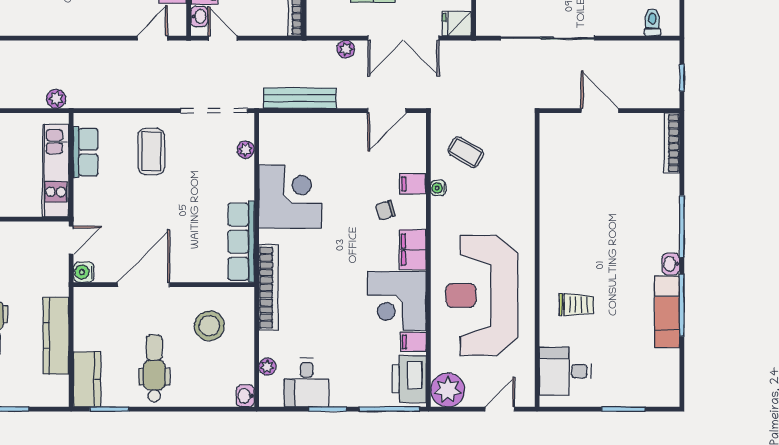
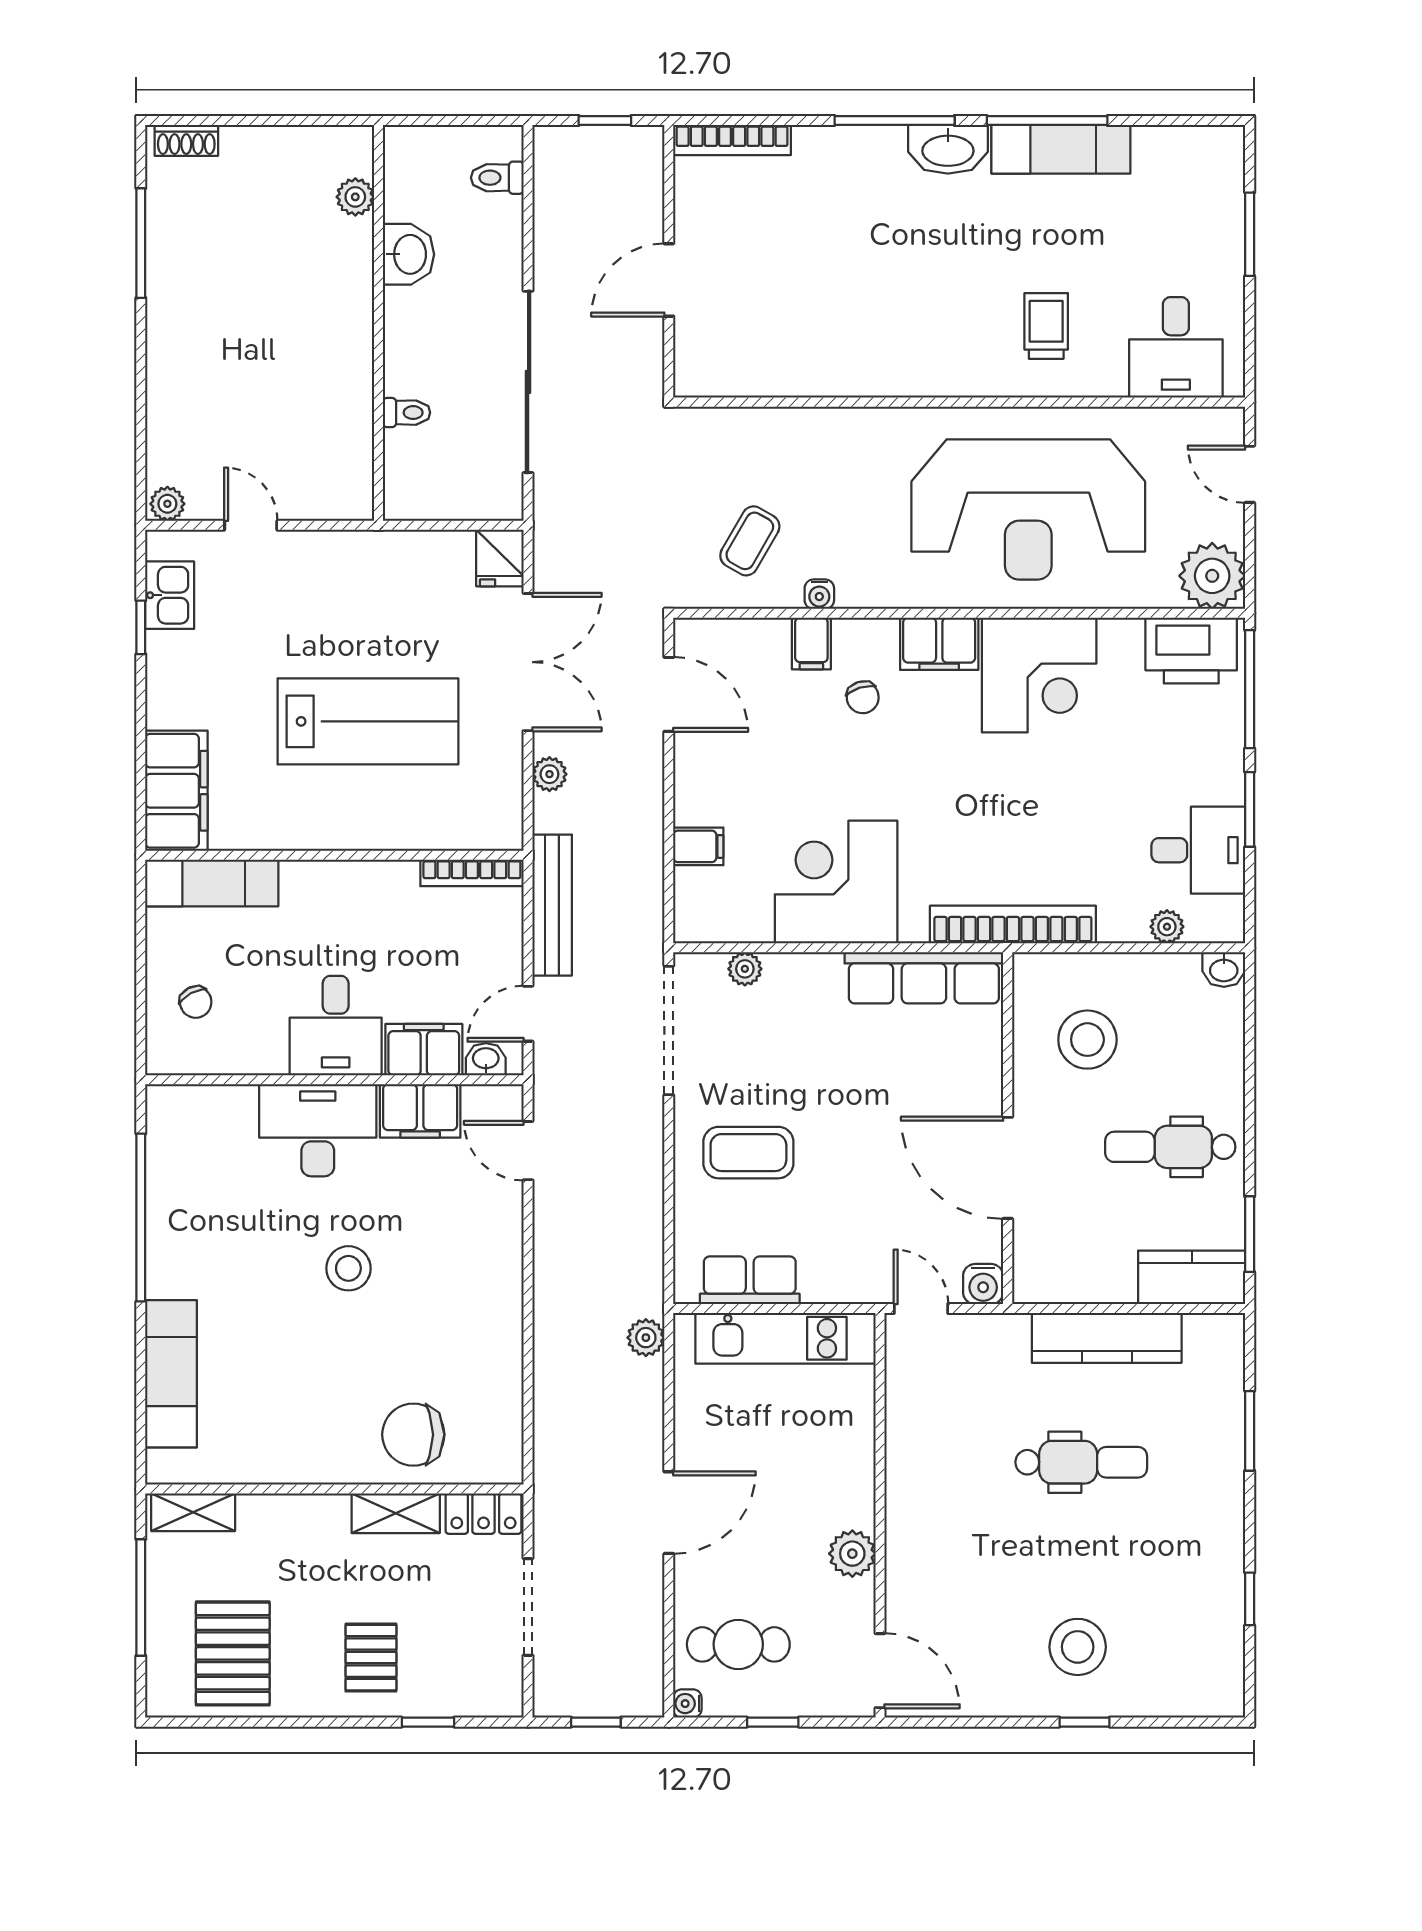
bench: (300, 98) -> (552, 905), moved
washbasin: (671, 264) -> (948, 149), width x1.91, depth x1.45
filing cabinet: (413, 342) -> (698, 846), moved, turned -90

